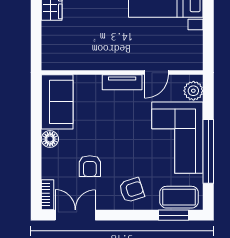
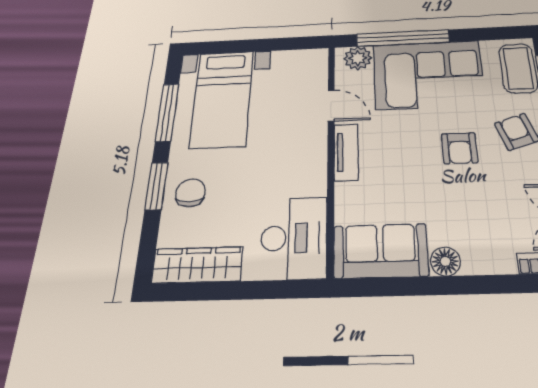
desk: (67, 51) -> (294, 238), added
window: (208, 151) -> (403, 38), moved
armchair: (90, 166) -> (460, 148), moved, turned 90

